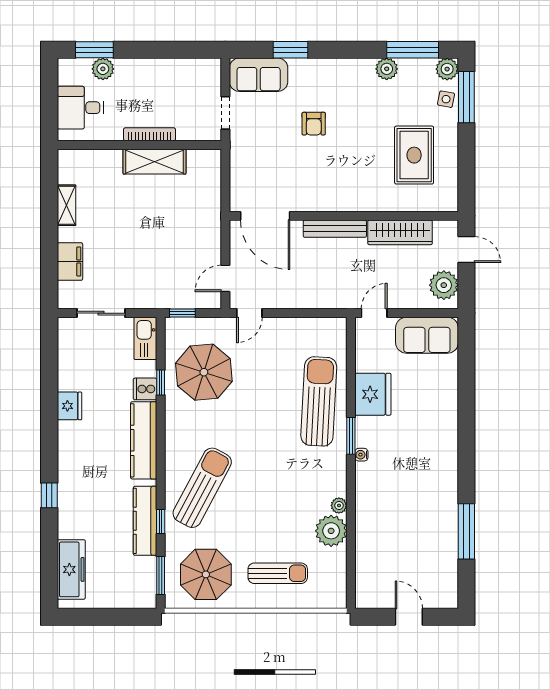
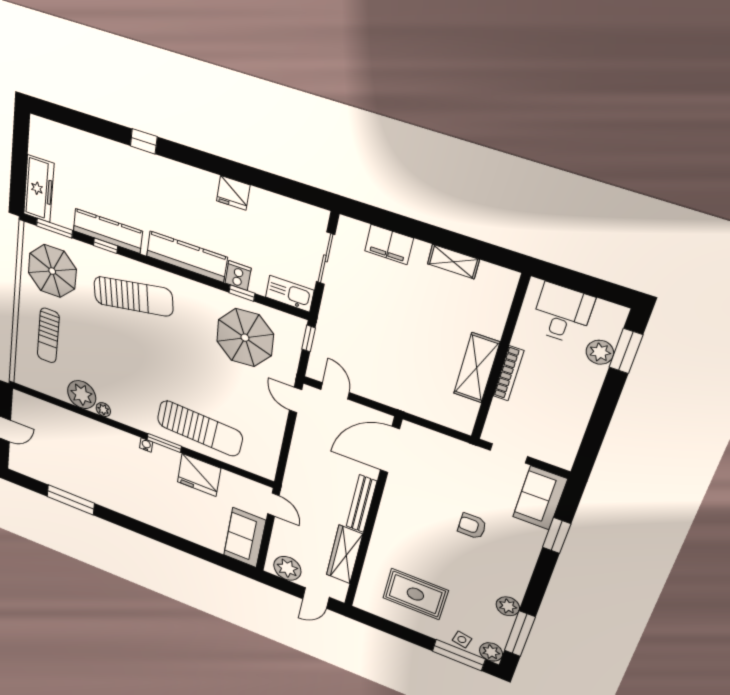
sun lounger: (202, 488) -> (133, 296), turned -38
freezer: (71, 569) -> (39, 189), moved, turned -90

